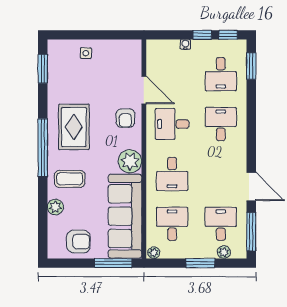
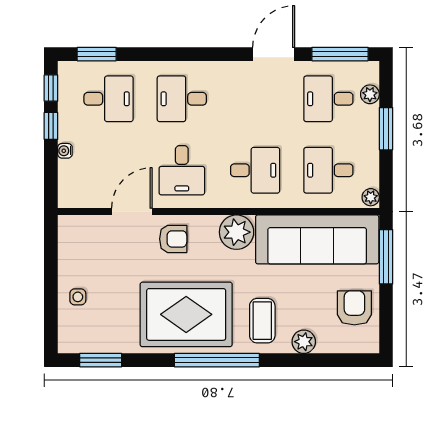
rug: (74, 127) -> (186, 314), width x1.37, depth x1.44

